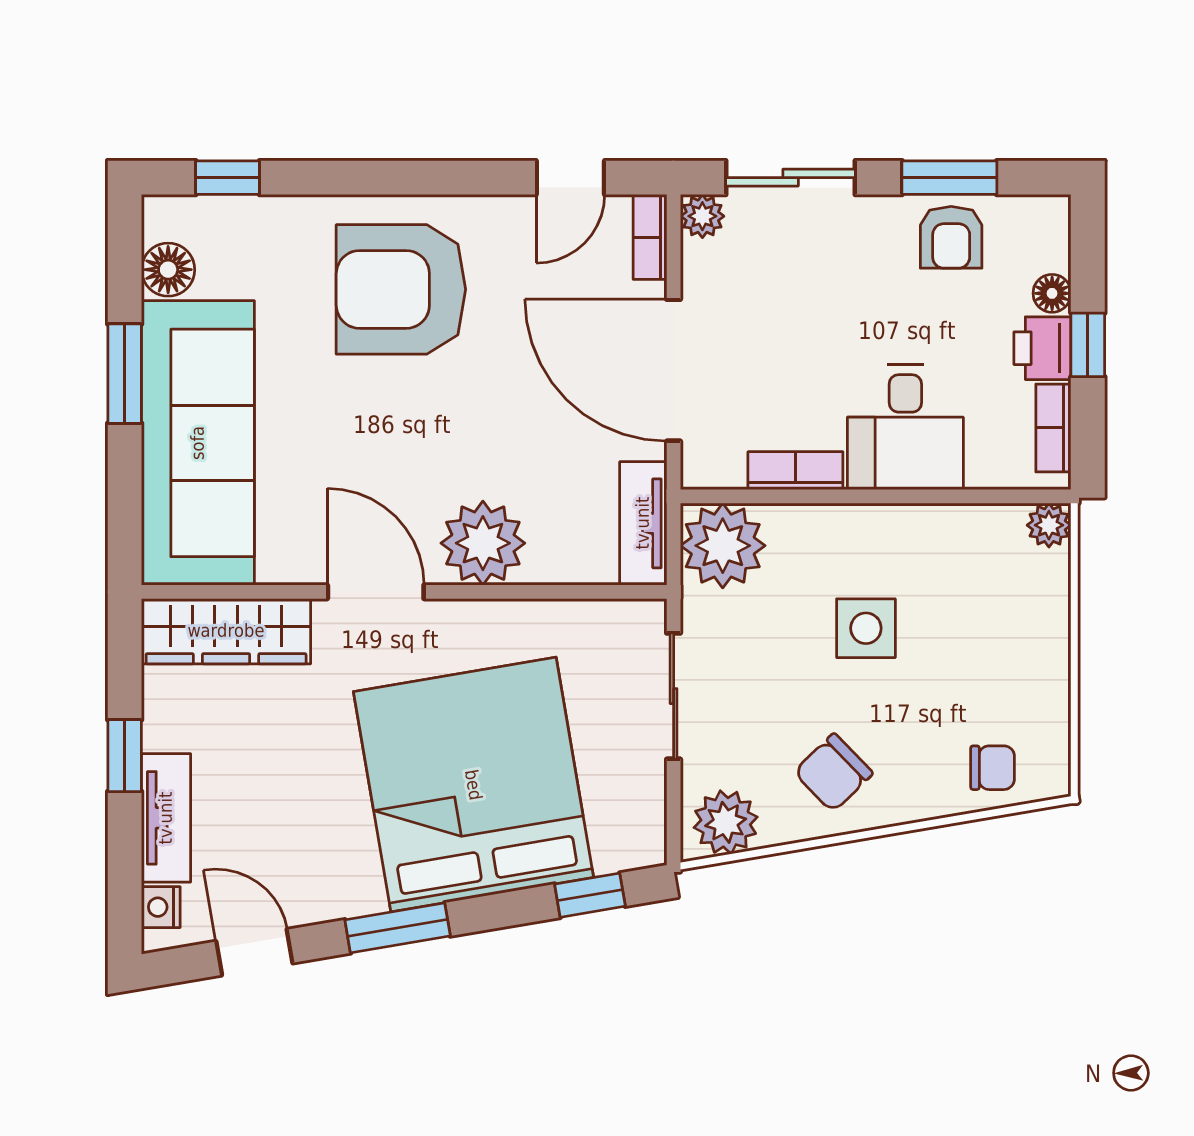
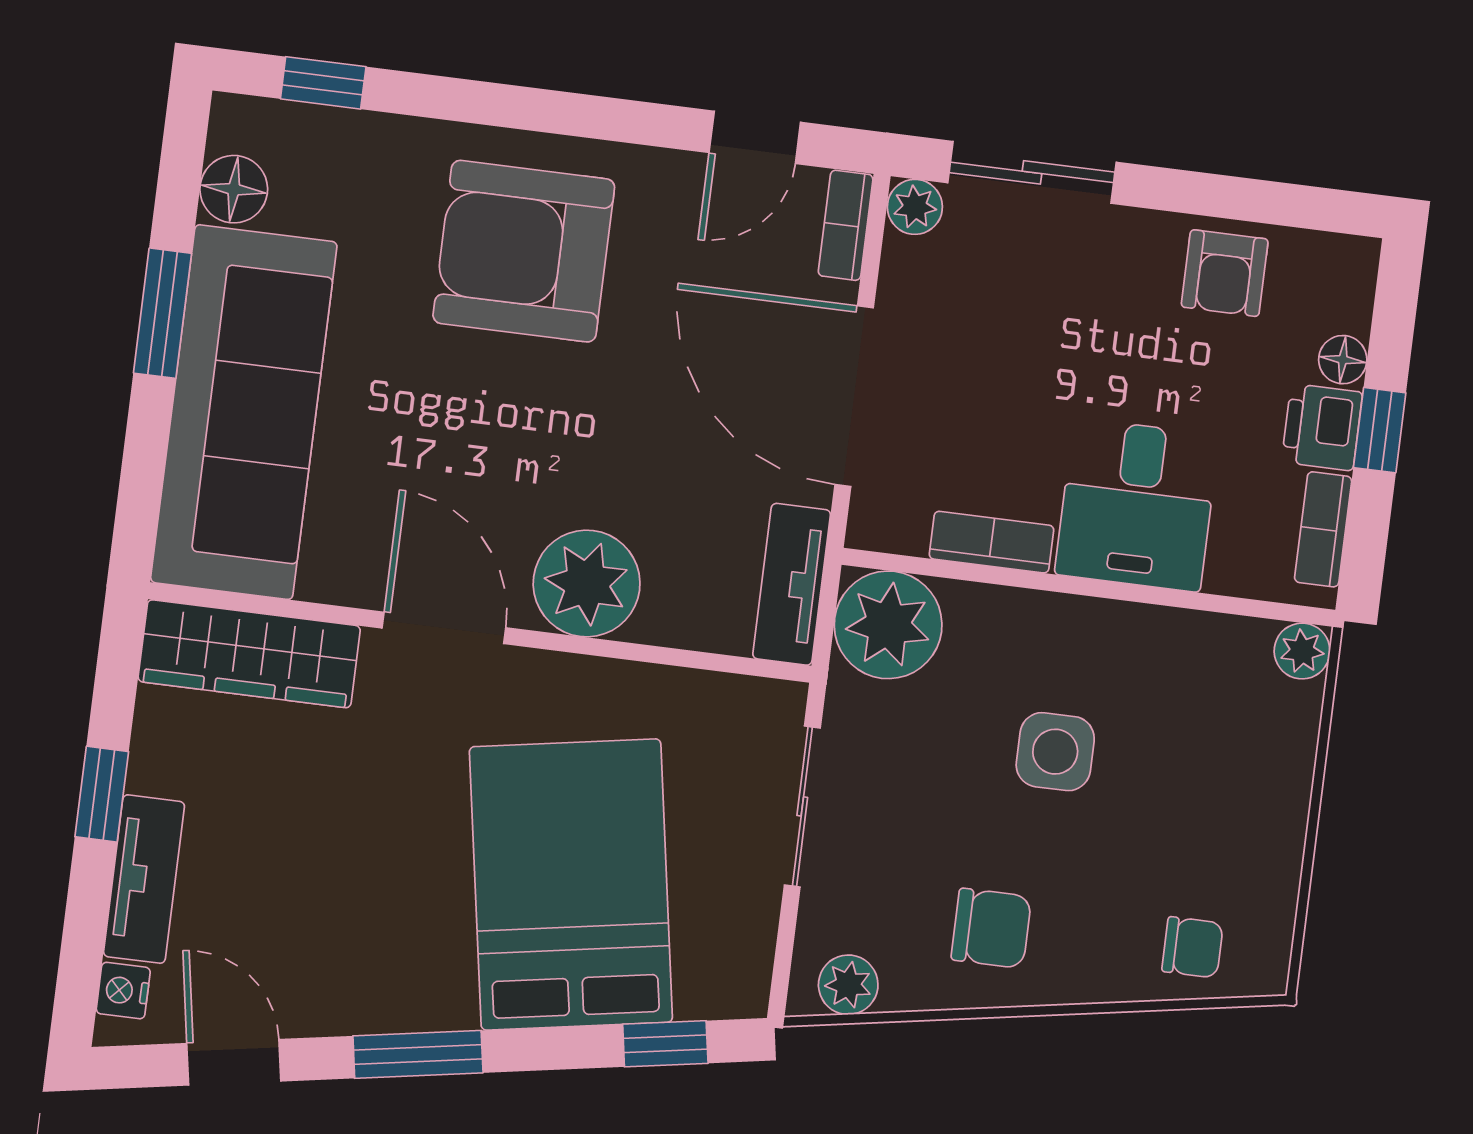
window: (949, 178) -> (1232, 198), removed
chair: (833, 773) -> (991, 928), turned -136
bed: (473, 785) -> (571, 884), width x0.73
plant: (726, 822) -> (848, 985), width x0.73, depth x0.73

